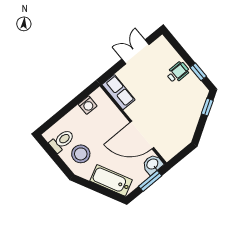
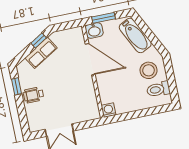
row of seats: (119, 92) -> (41, 53), moved, turned -121
washing machine: (88, 105) -> (109, 110), moved
window: (207, 107) -> (39, 40), moved

